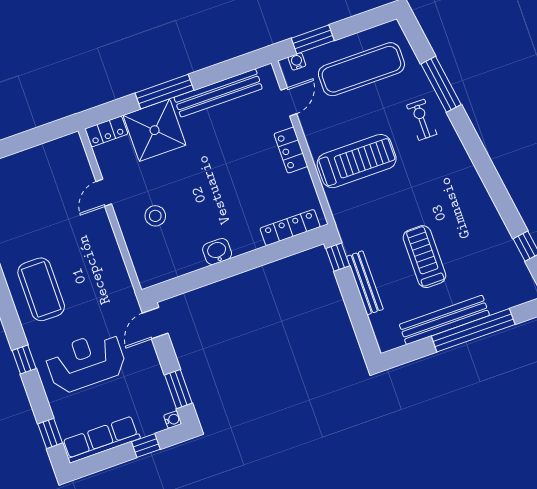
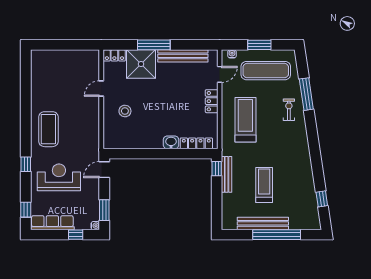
window: (313, 39) -> (259, 45), moved
treadmill: (357, 161) -> (245, 120), turned -90
washbasin: (217, 251) -> (171, 142), moved
bench: (365, 283) -> (227, 174), moved

